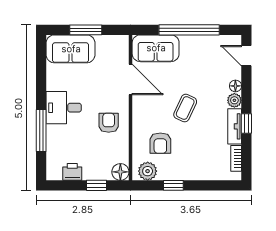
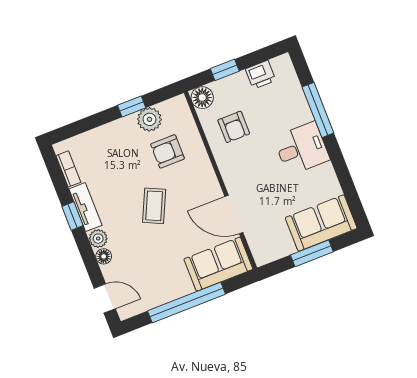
armchair: (109, 123) -> (234, 127), moved
armchair: (160, 143) -> (168, 151), turned -90
plant: (148, 171) -> (149, 119), moved

